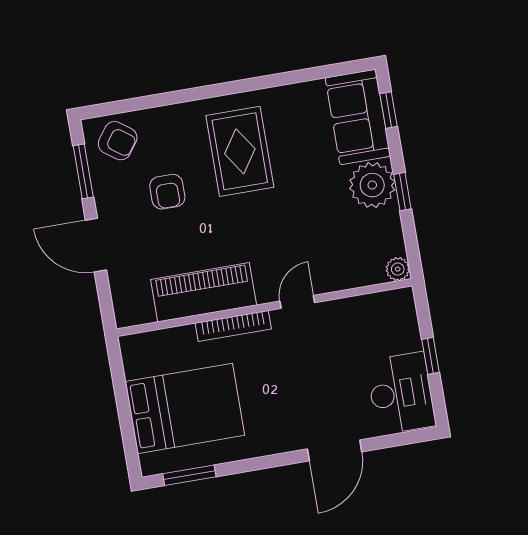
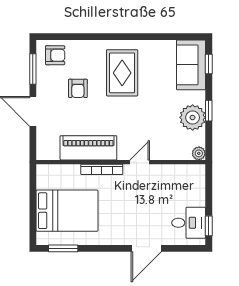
armchair: (118, 141) -> (55, 55), turned -36
plant: (372, 185) -> (193, 117), moved
window: (431, 356) -> (209, 226), moved
desk: (401, 393) -> (189, 223), width x0.73

